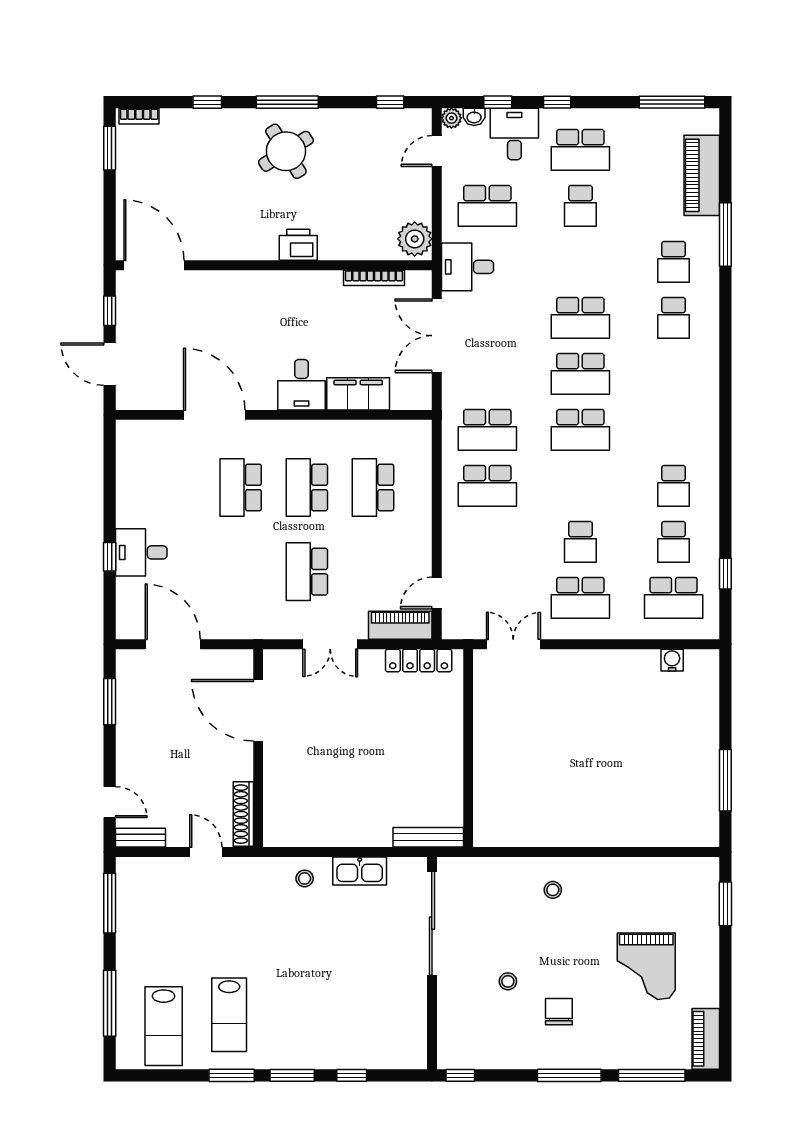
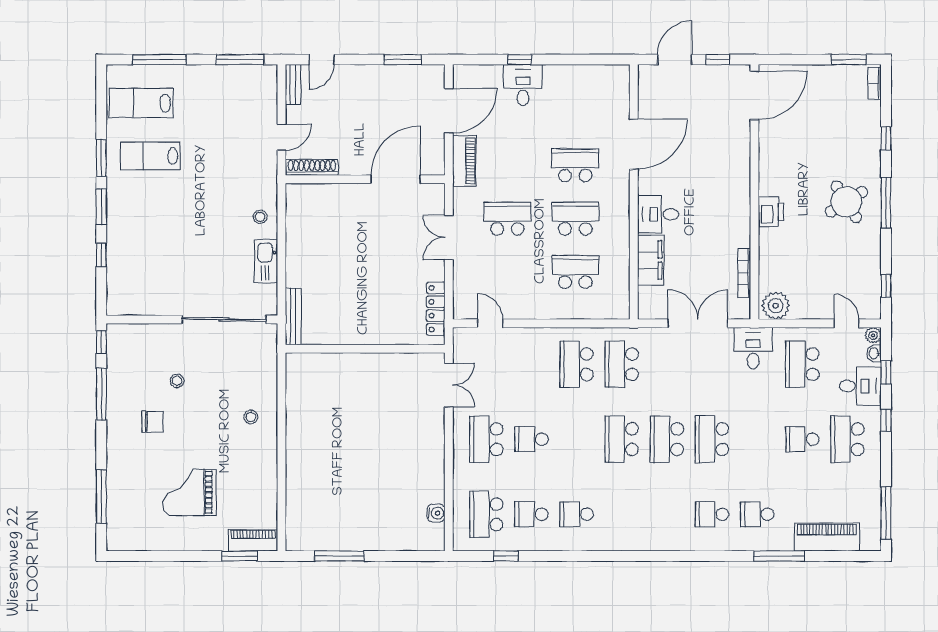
piano: (400, 625) -> (464, 161), moved
piano: (706, 1039) -> (253, 540), moved
window: (569, 1075) -> (101, 394), moved

